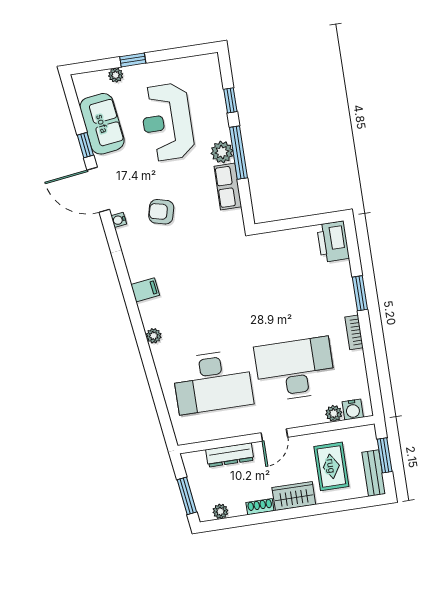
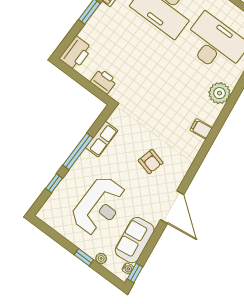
window: (85, 145) -> (135, 273), moved
plant: (222, 152) -> (86, 160), removed
water cooler: (119, 220) -> (128, 268), moved
printer: (281, 242) -> (104, 81), added
plant: (154, 336) -> (220, 93), width x1.87, depth x1.87

